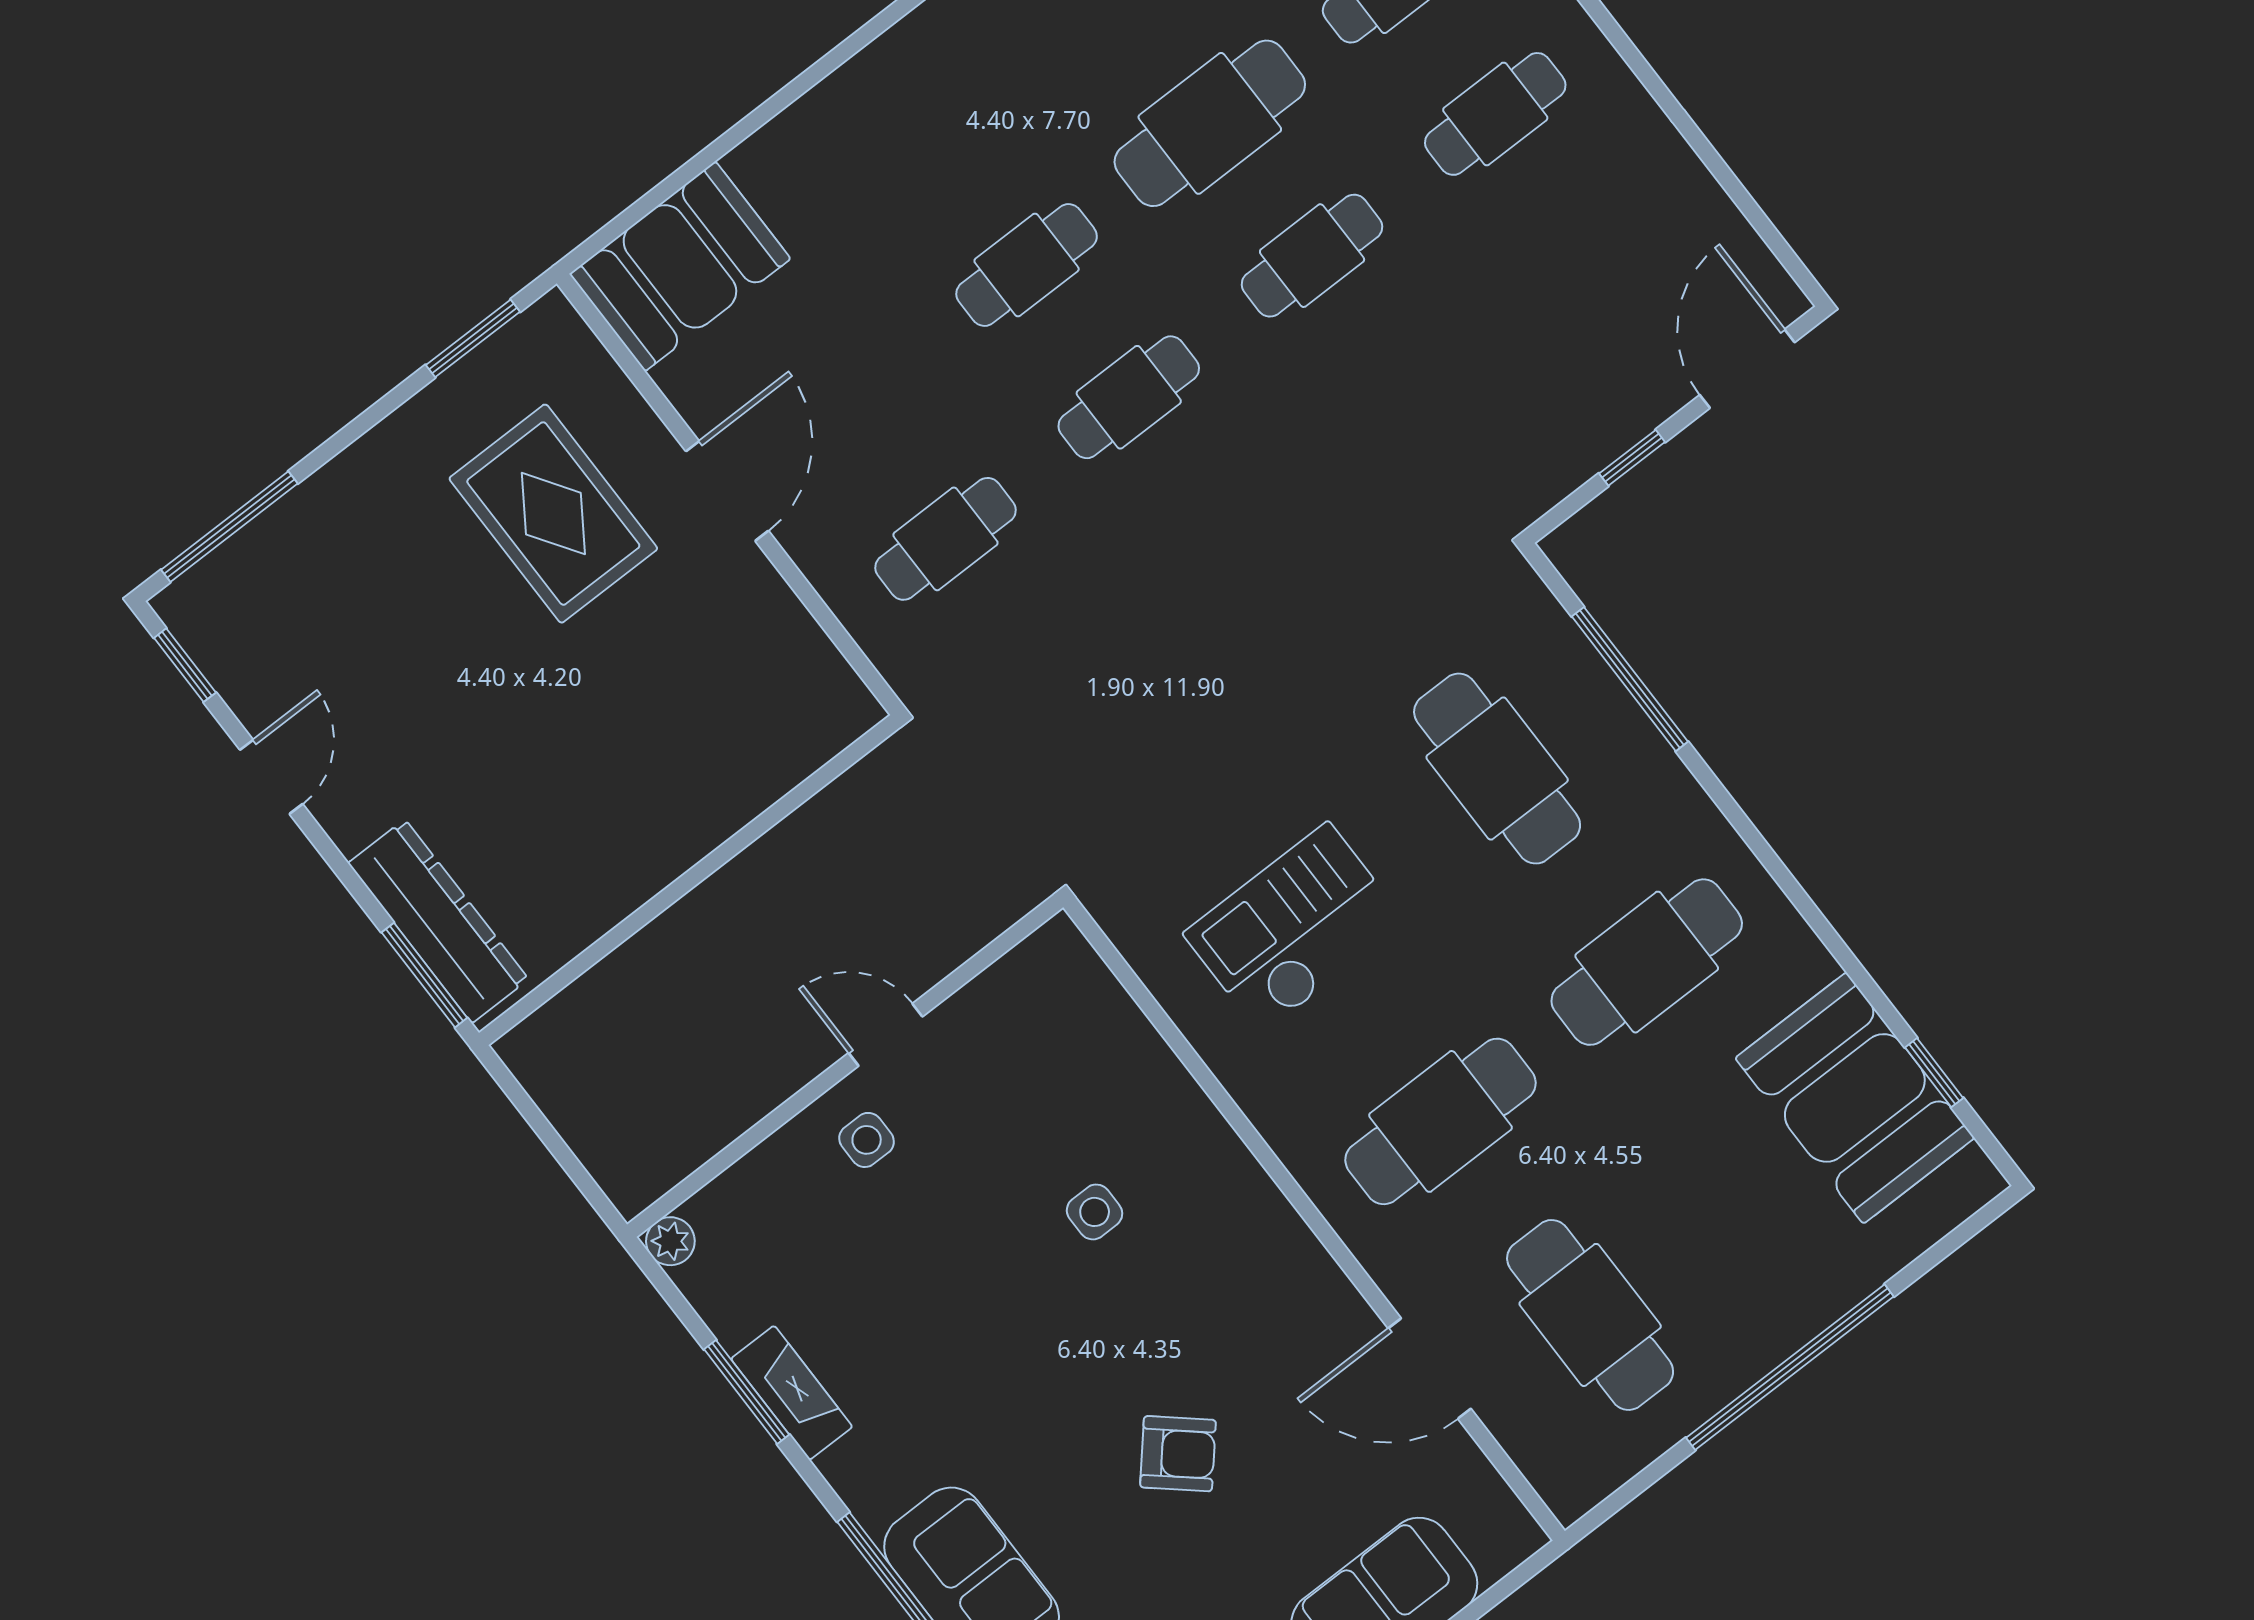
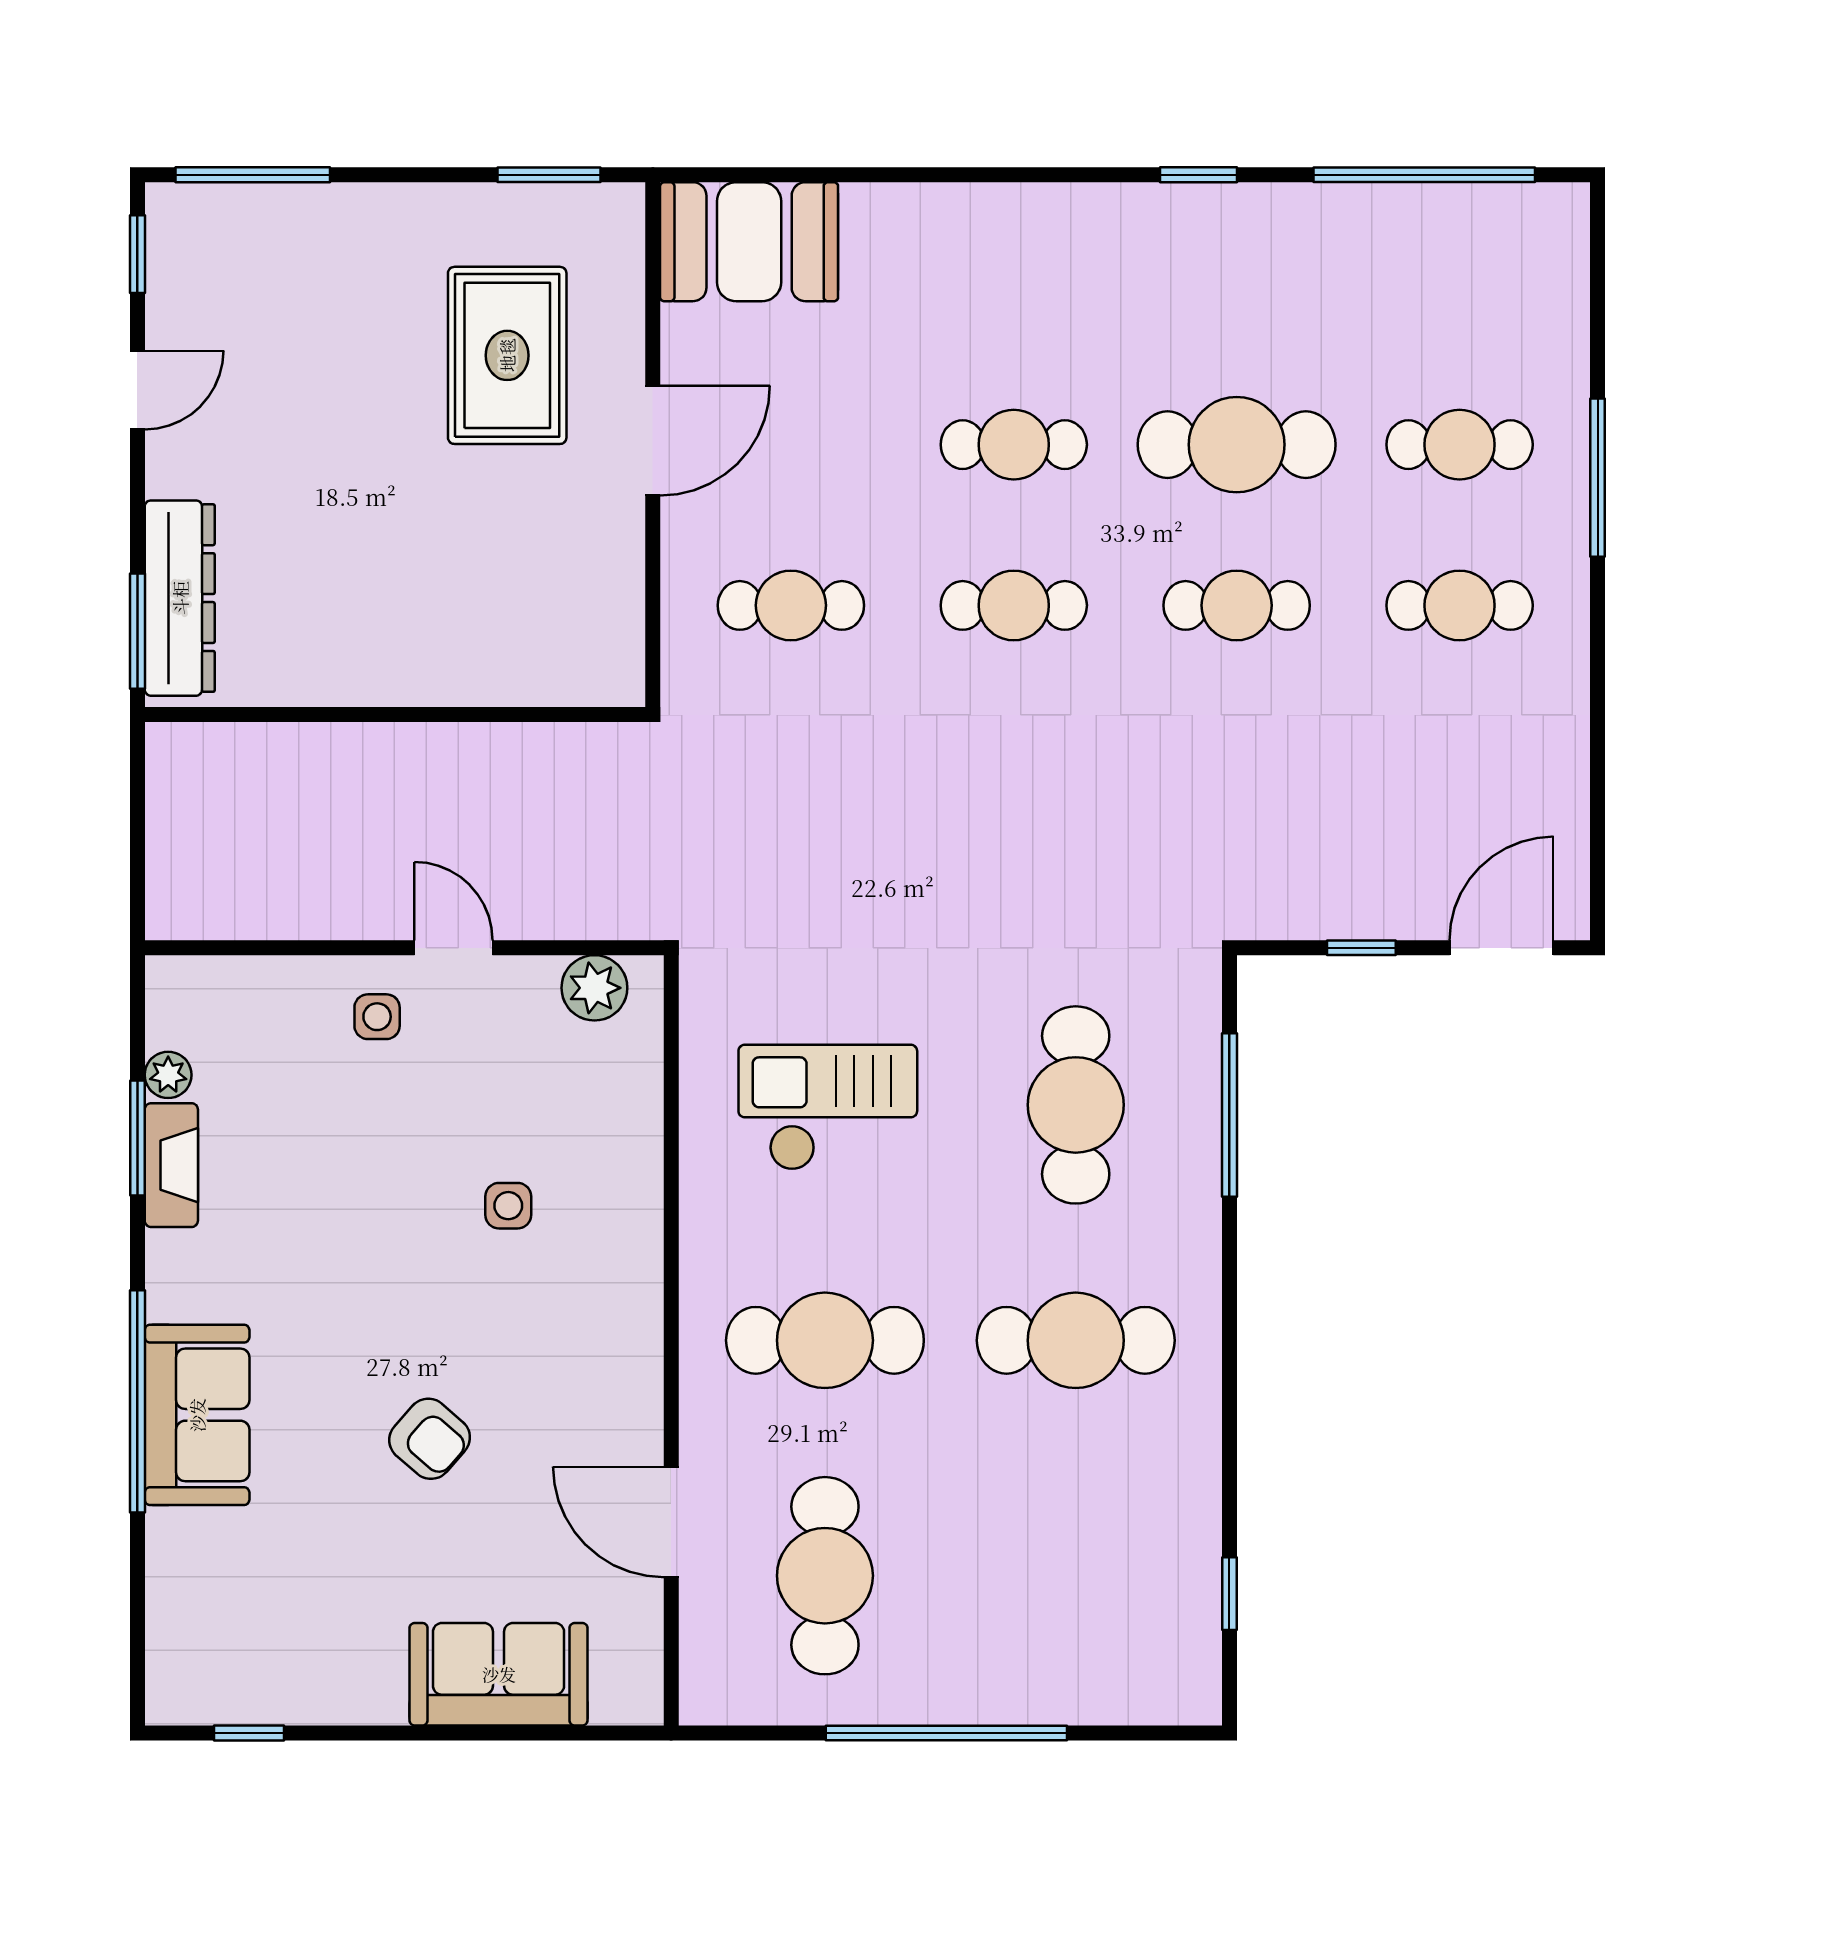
plant: (1027, 978) -> (594, 988), added
booth: (1855, 1098) -> (1154, 1566), removed
plant: (670, 1241) -> (168, 1075), moved

